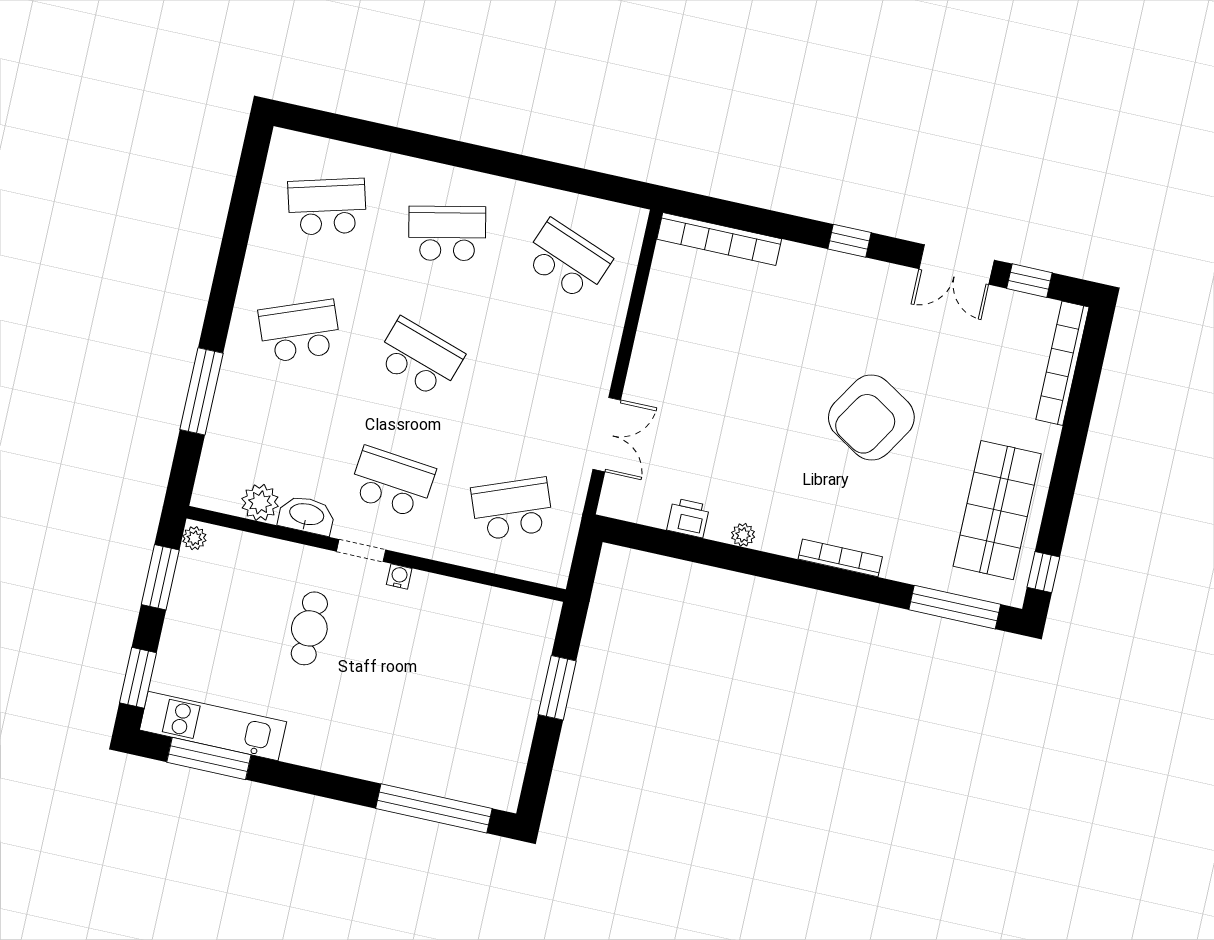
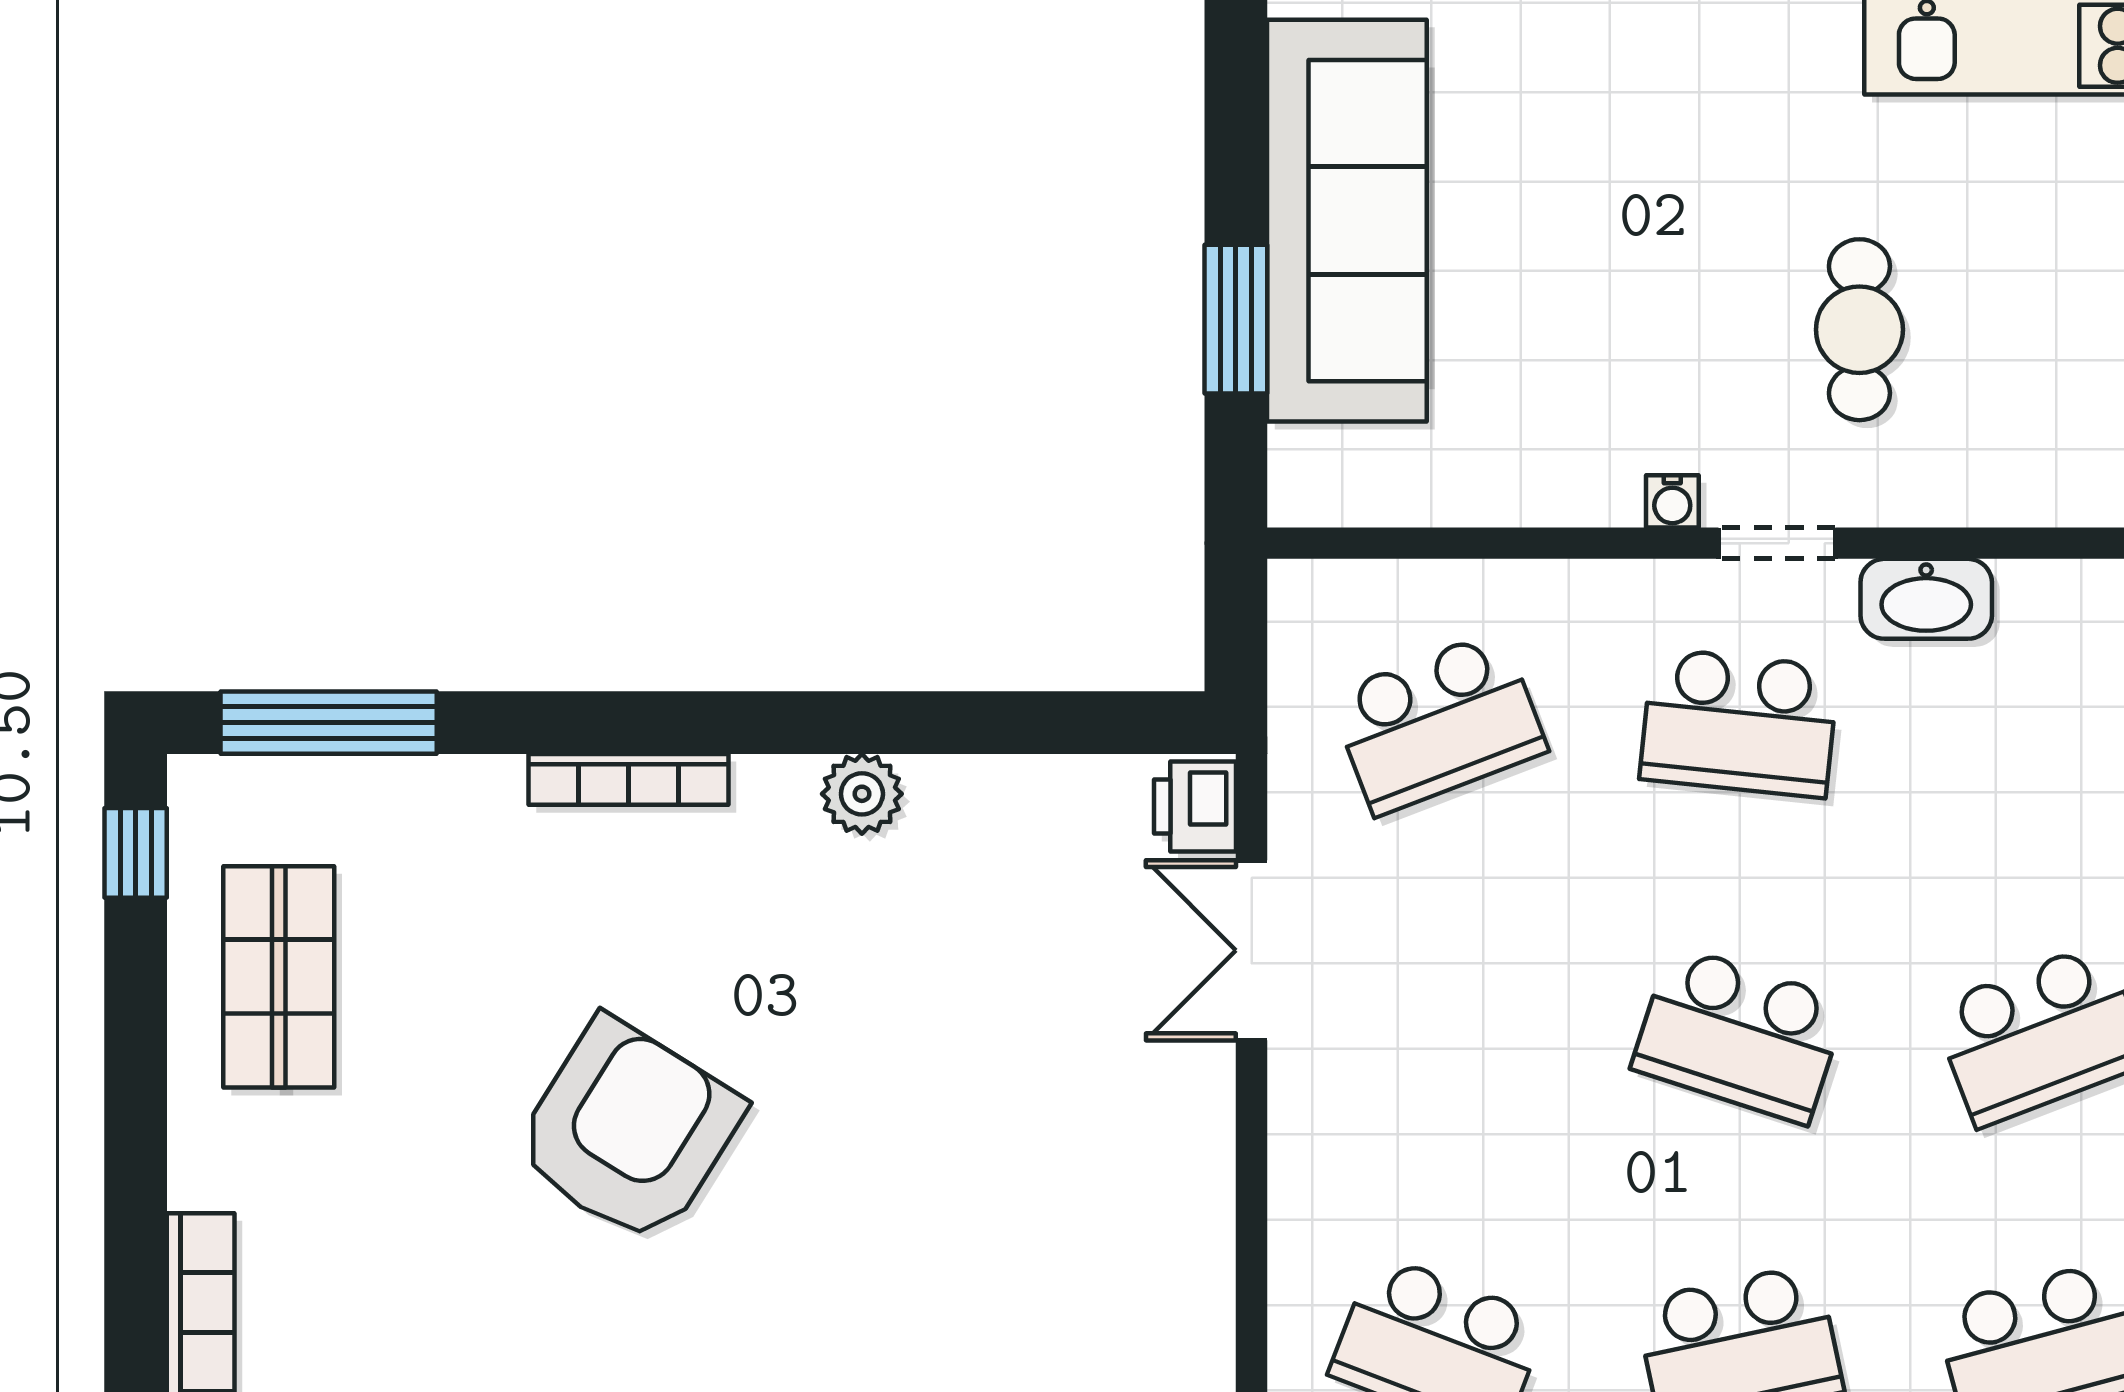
plant: (260, 502) -> (2044, 605), removed
shop shelf: (997, 510) -> (279, 977), width x0.70, depth x0.74
printer: (688, 518) -> (1195, 806), moved, turned 90
plant: (743, 535) -> (862, 794), width x1.38, depth x1.38
sofa: (504, 717) -> (1347, 221), added

